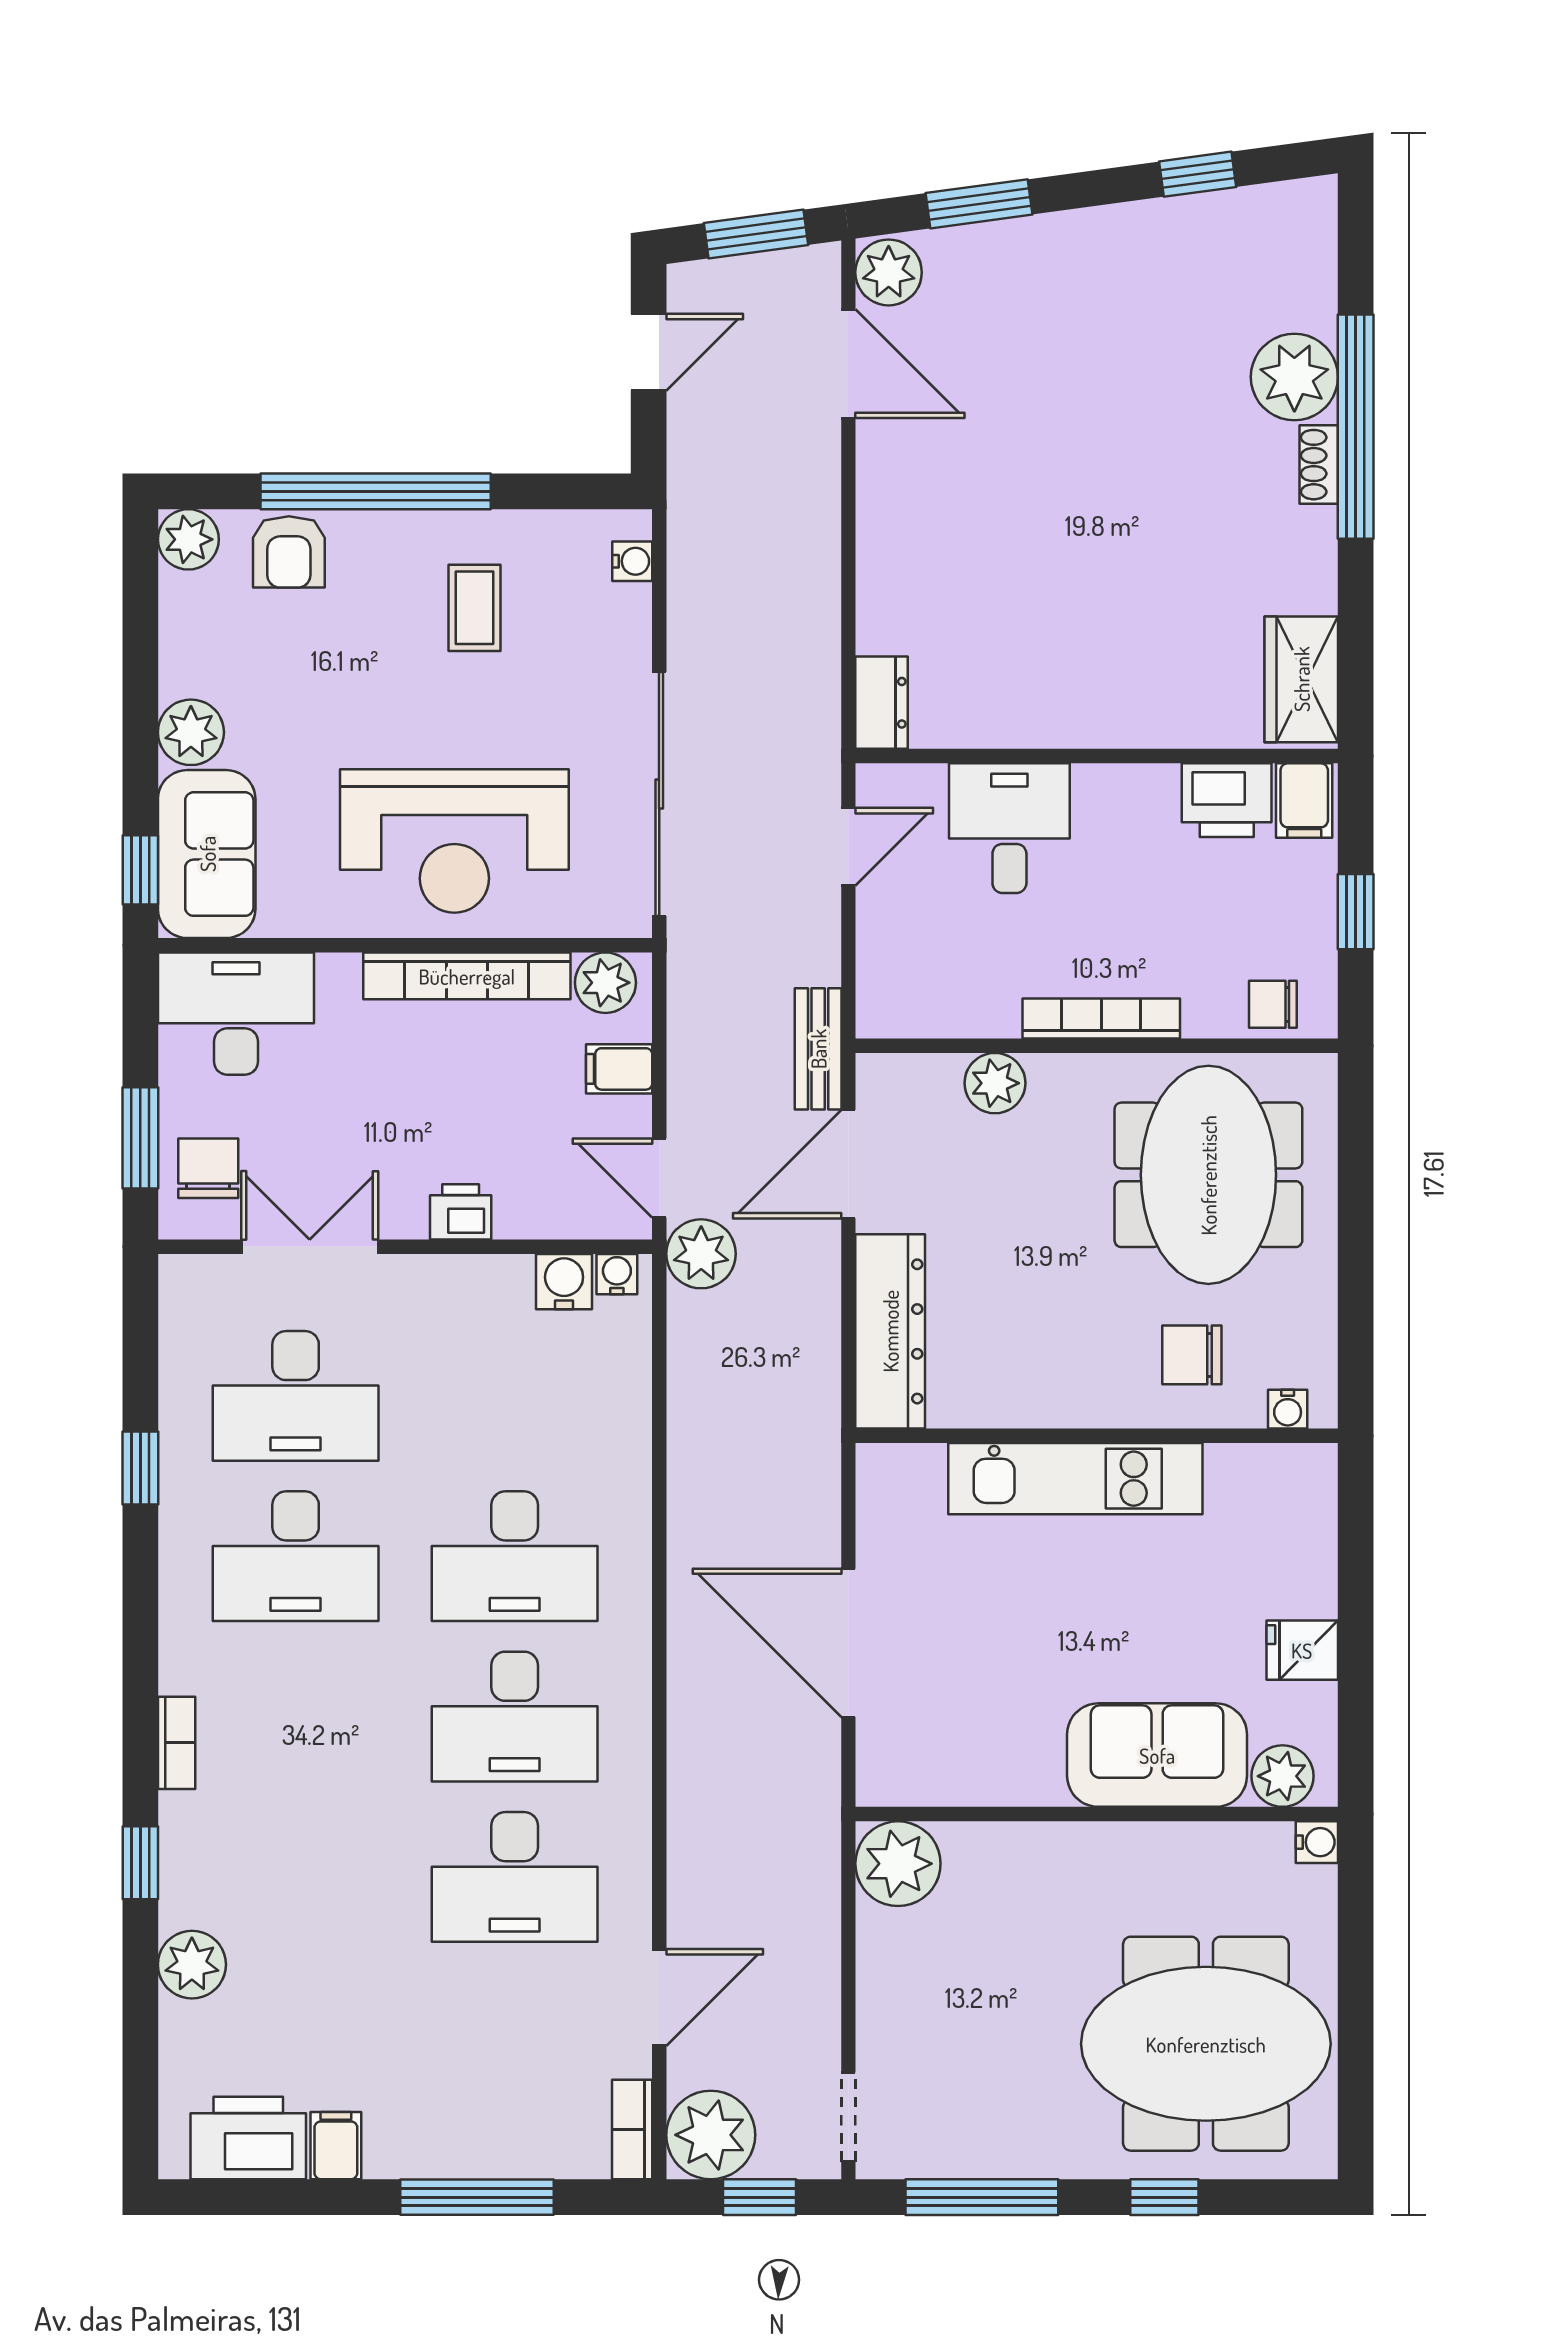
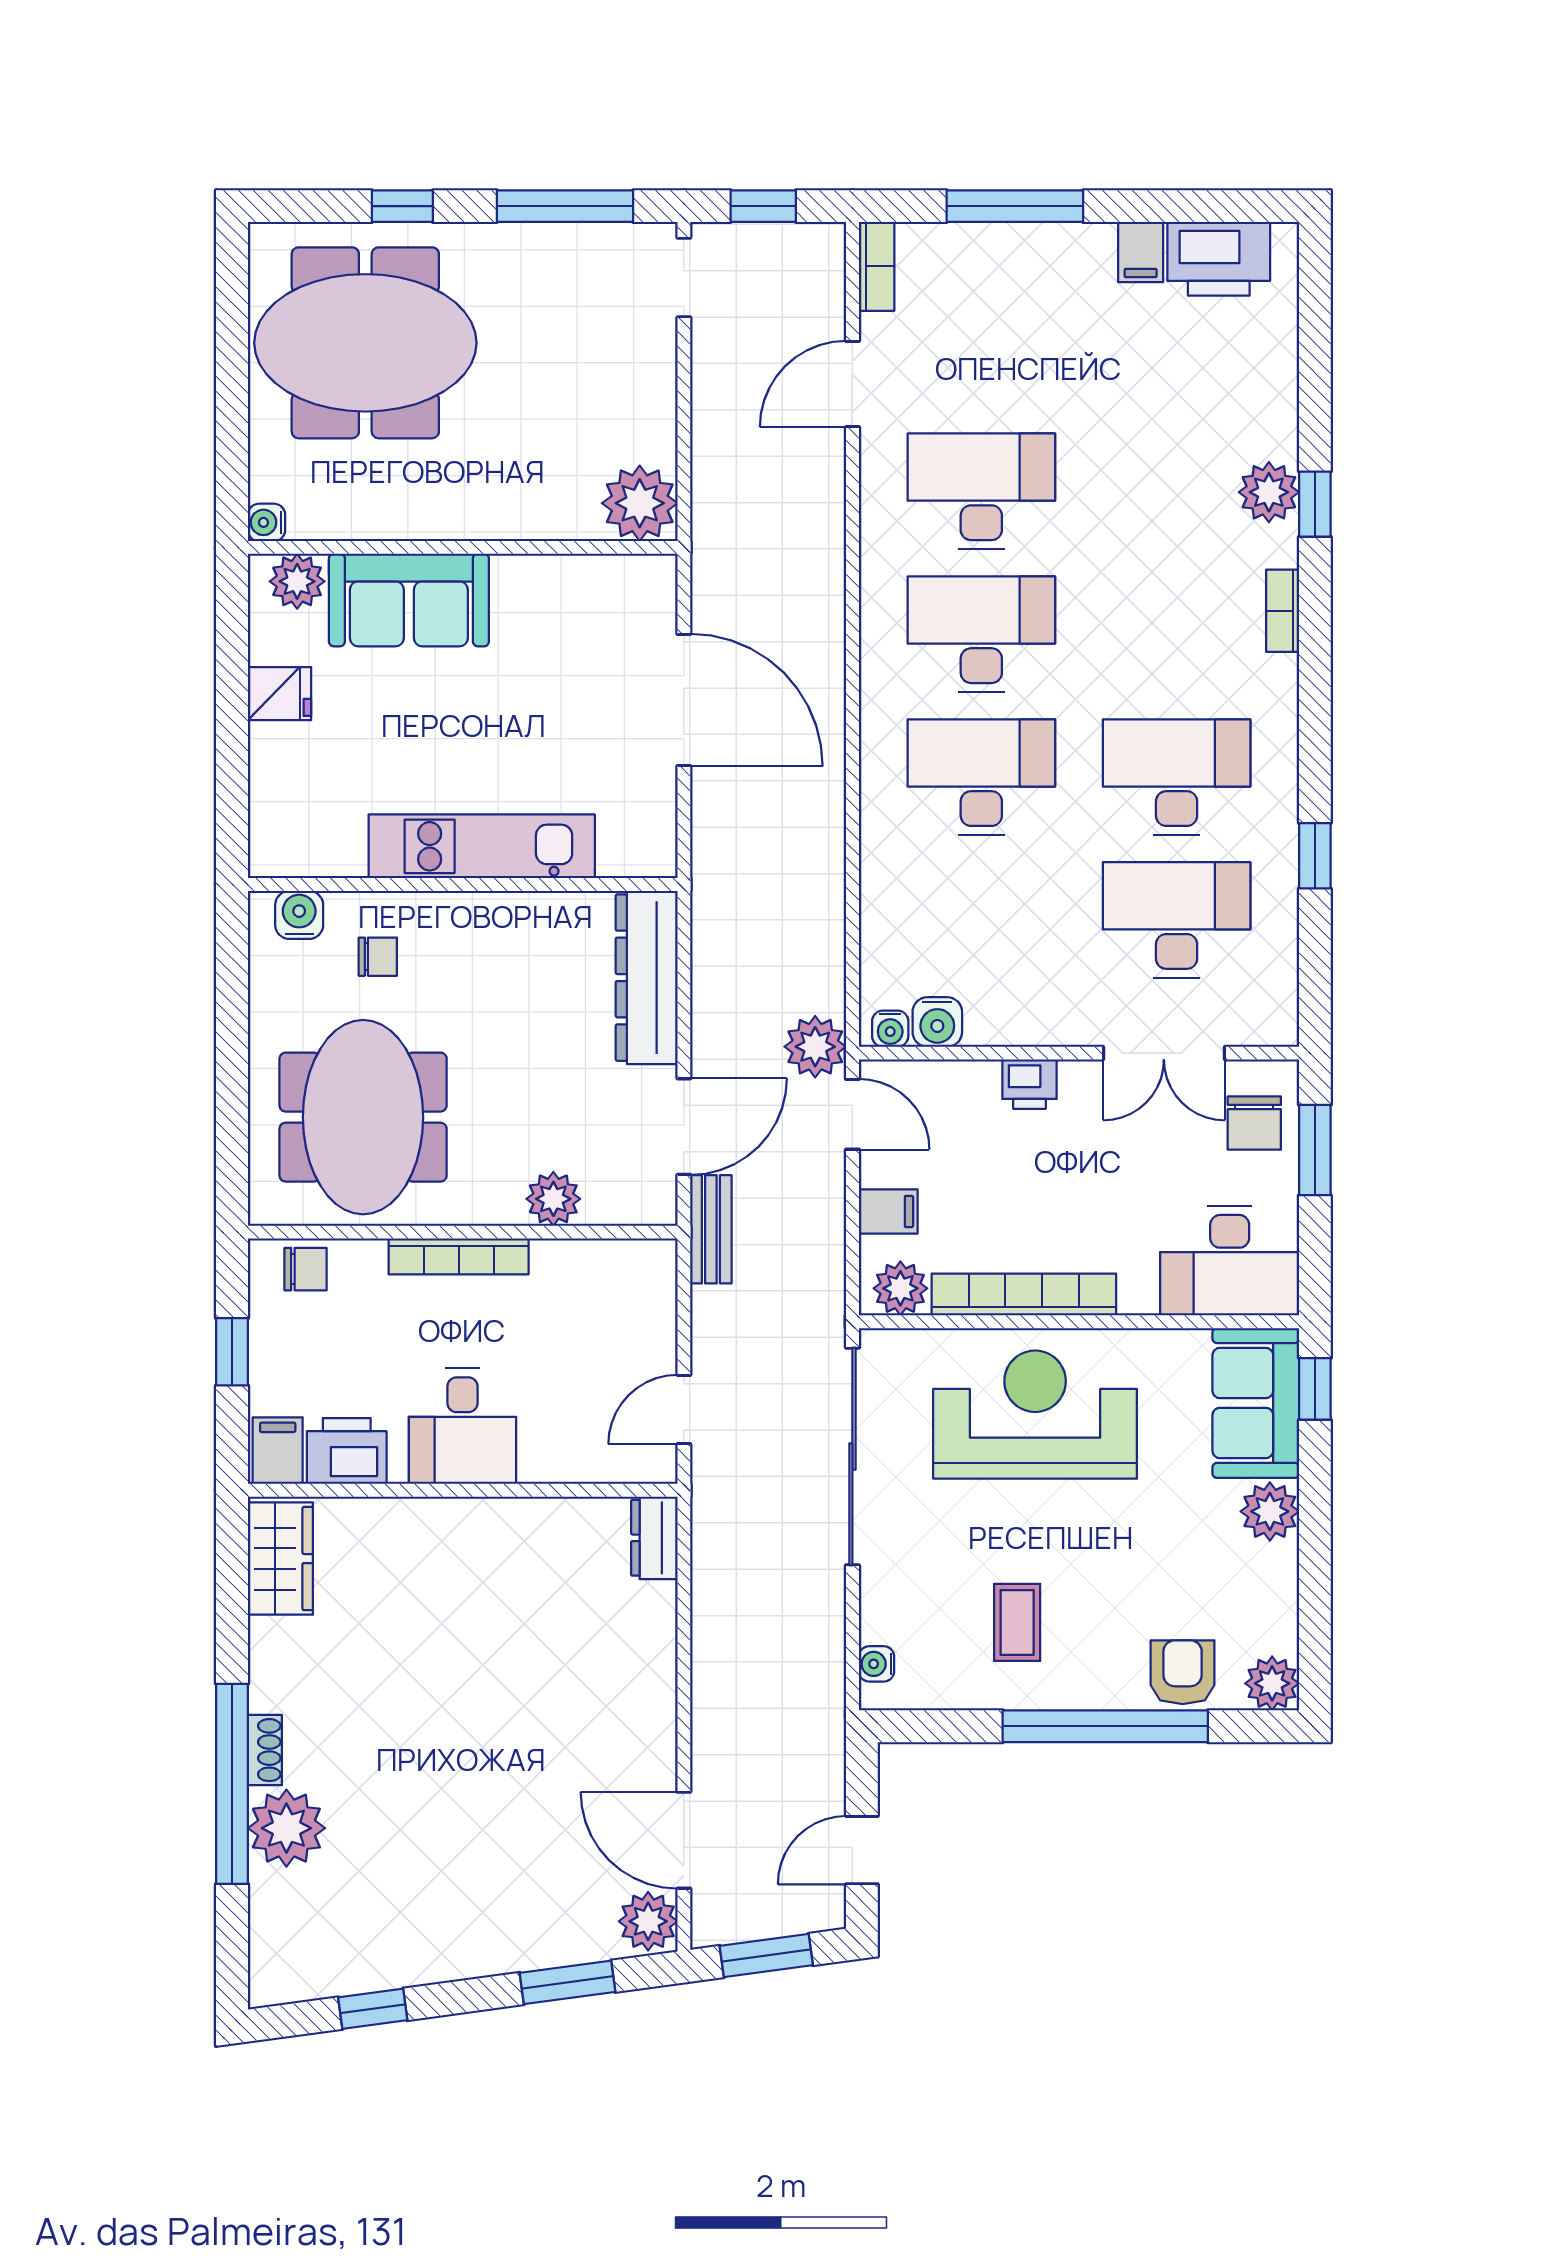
desk: (1009, 828) -> (462, 1426), moved
chair: (1192, 1355) -> (378, 957), width x0.73, depth x0.73
water cooler: (1288, 1409) -> (299, 915), width x1.38, depth x1.38
plant: (192, 1965) -> (1269, 492), moved
plant: (711, 2135) -> (807, 261), removed

